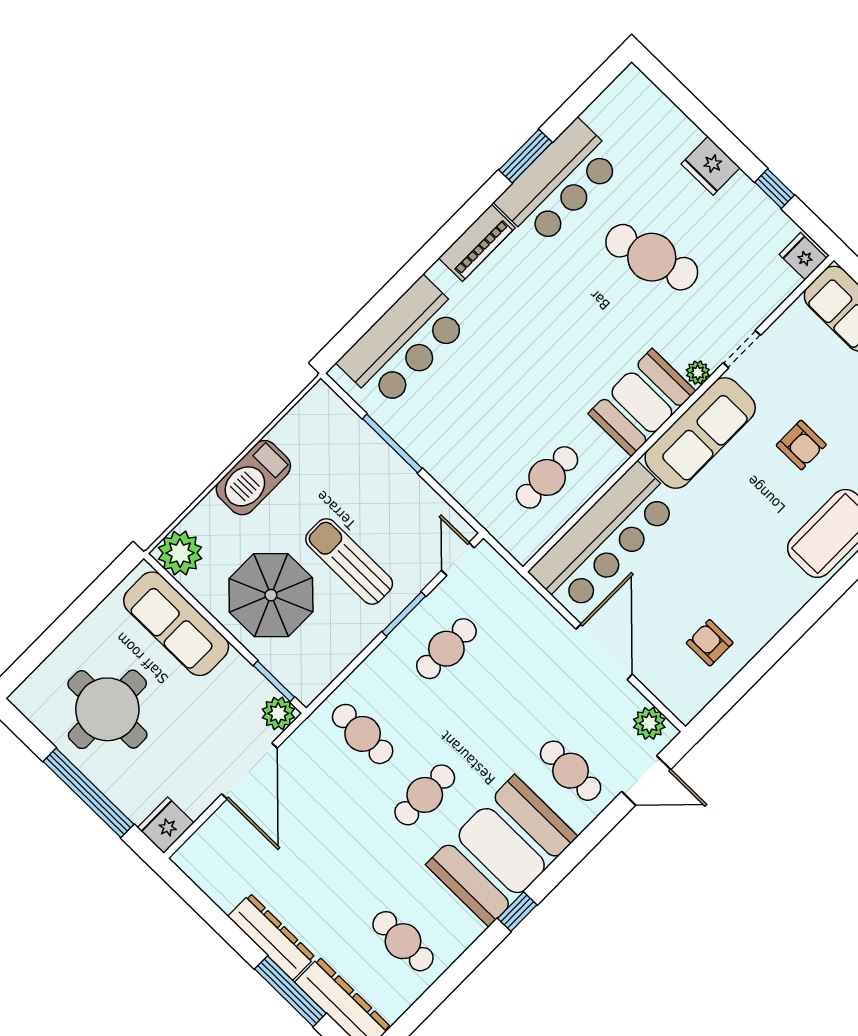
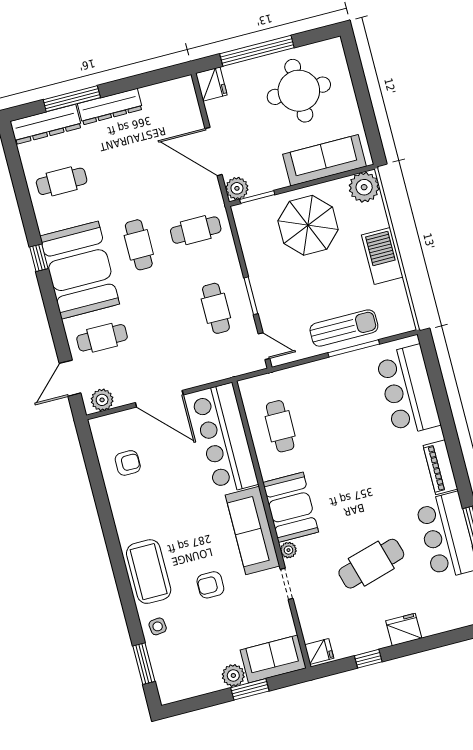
sun lounger: (349, 561) -> (344, 328), moved

